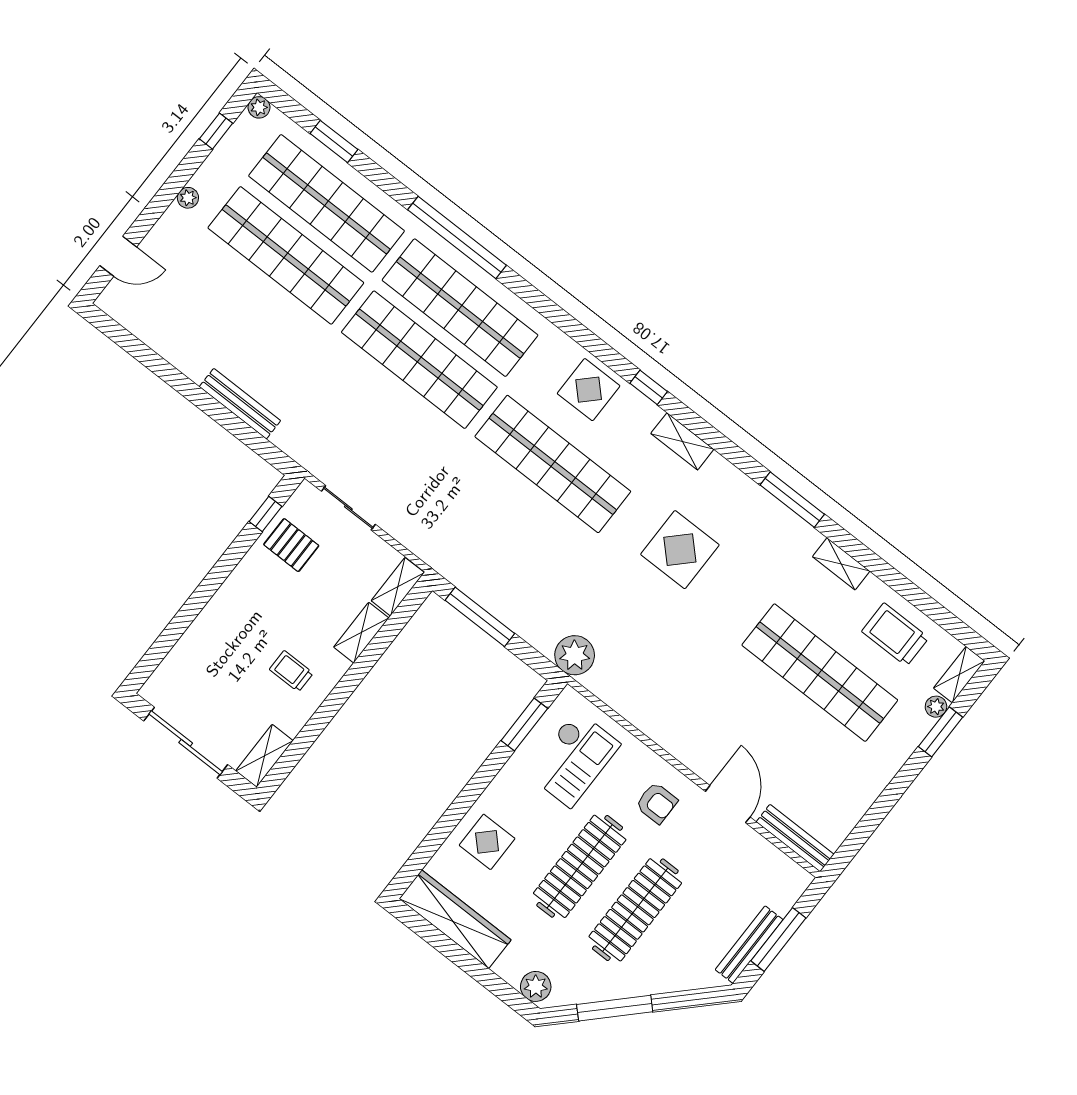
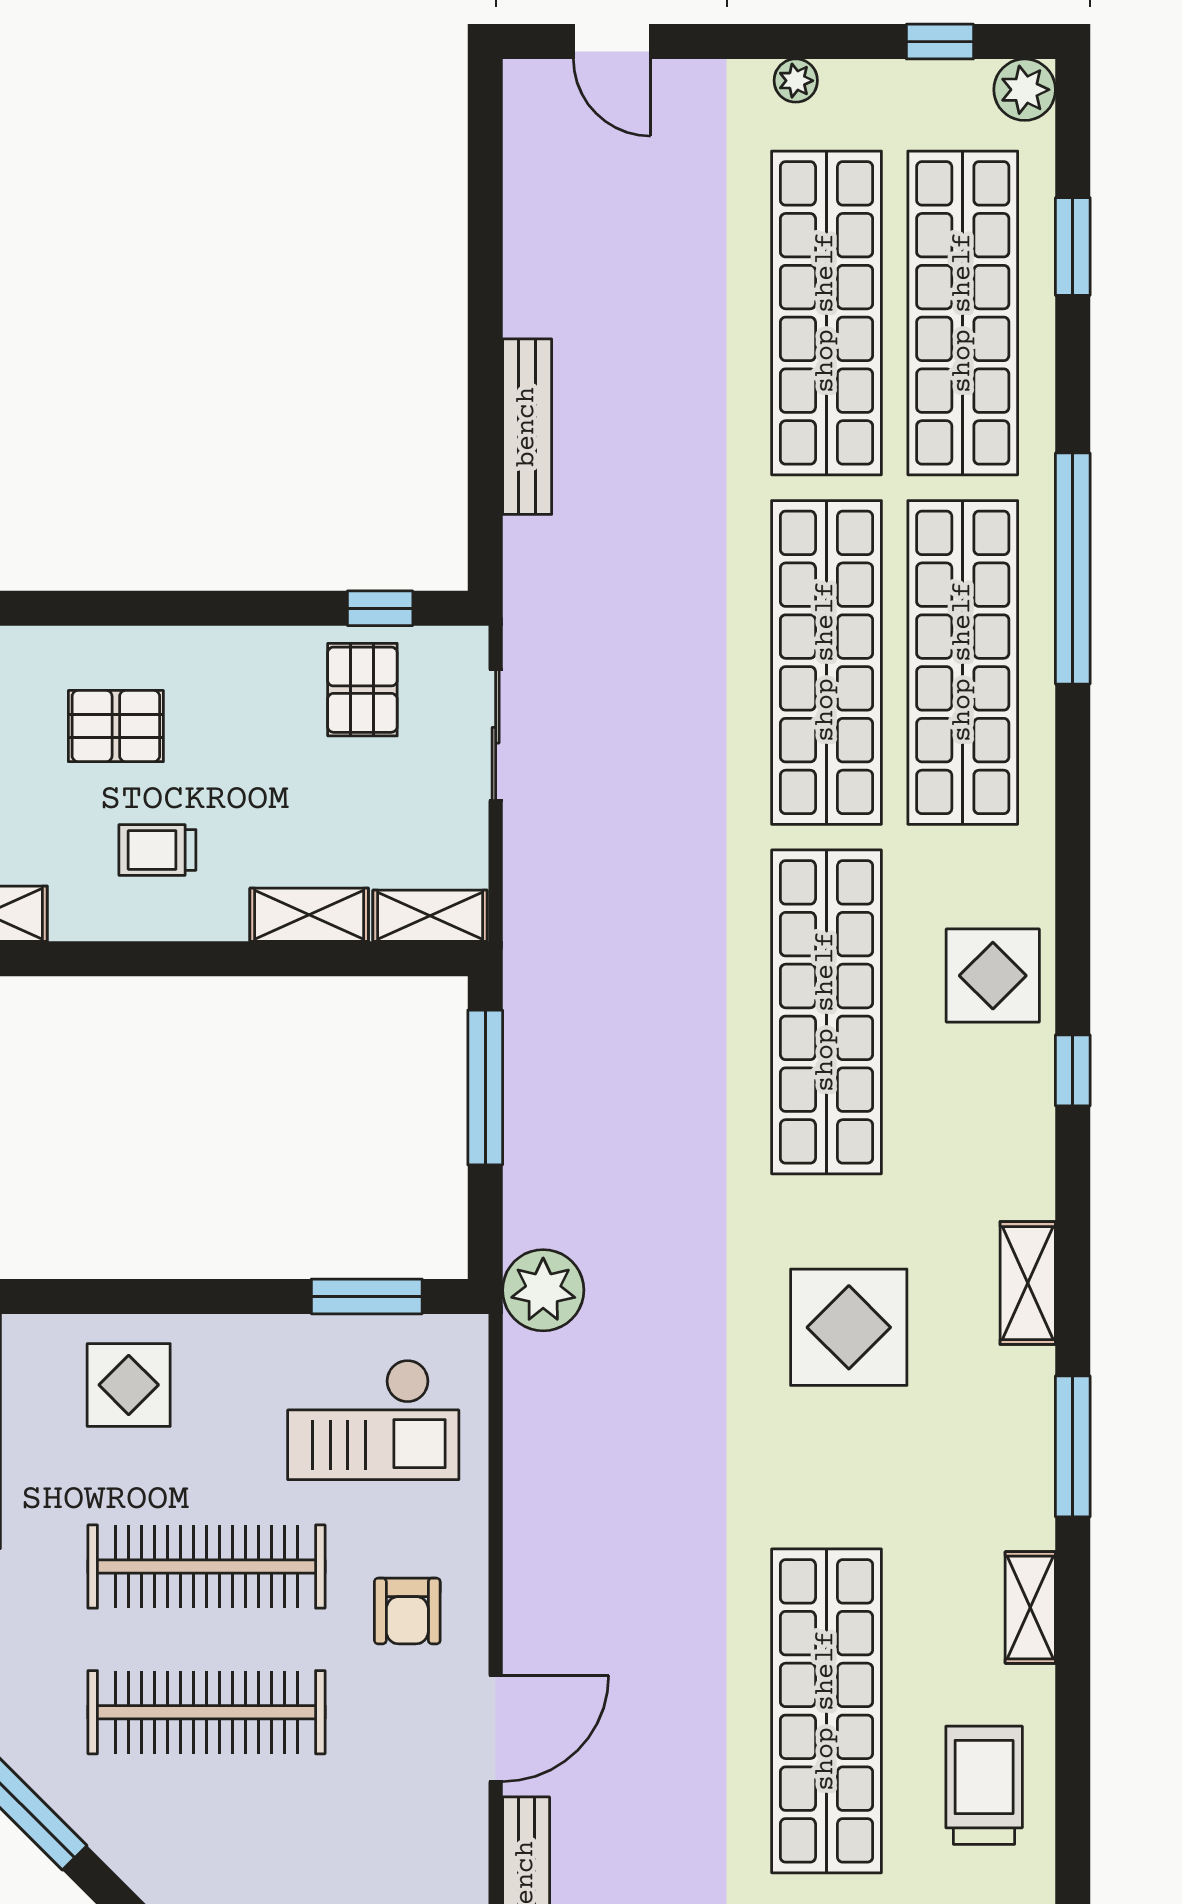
plant: (259, 107) -> (1025, 90), width x1.38, depth x1.38
shelving: (682, 441) -> (1028, 1283), moved
pallet: (232, 650) -> (116, 726), added
trolley: (291, 671) -> (157, 850), turned -90

